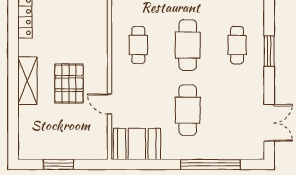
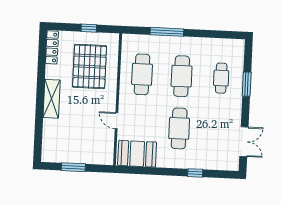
cafe table: (138, 45) -> (142, 74), width x1.37, depth x1.35
pallet: (69, 84) -> (90, 66), moved, width x1.37, depth x1.41
window: (210, 164) -> (195, 173), width x0.32

